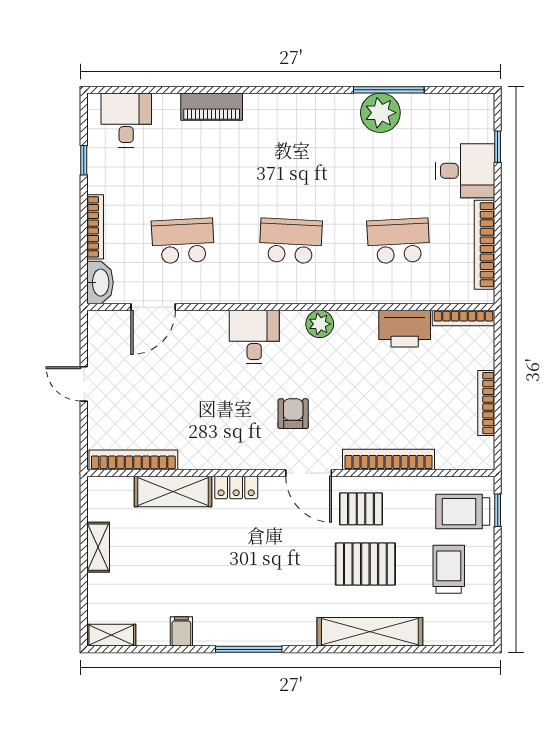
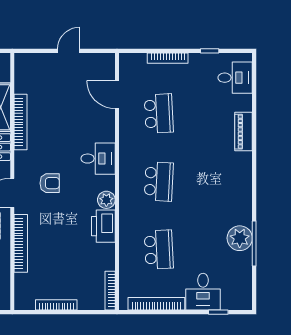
washbasin: (100, 283) -> (132, 61), removed
printer: (405, 329) -> (103, 226), moved
bookcase: (133, 460) -> (20, 122), moved

